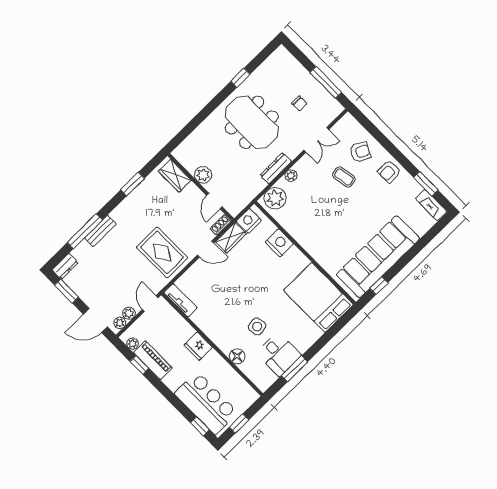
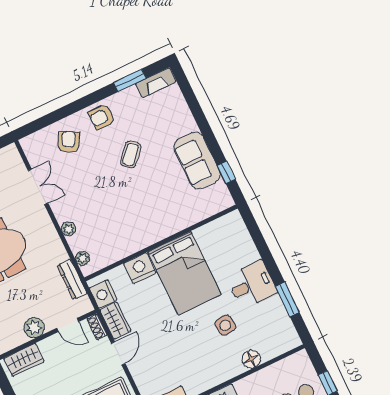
dresser: (276, 168) -> (72, 279), moved
armchair: (389, 171) -> (102, 117), turned 90
coffee table: (344, 177) -> (131, 154), moved, turned -39
plant: (275, 198) -> (82, 258), width x0.53, depth x0.53
sofa: (378, 257) -> (197, 160), width x0.54, depth x0.79
bed: (318, 297) -> (184, 273), moved, turned -90
desk: (279, 354) -> (252, 285), moved

